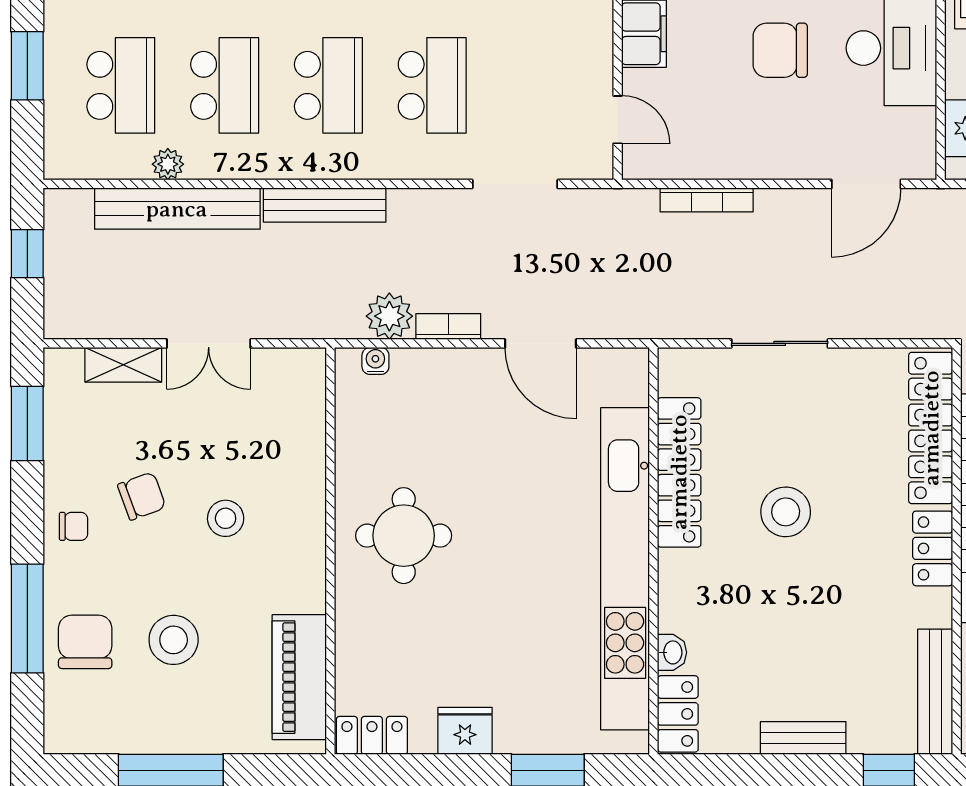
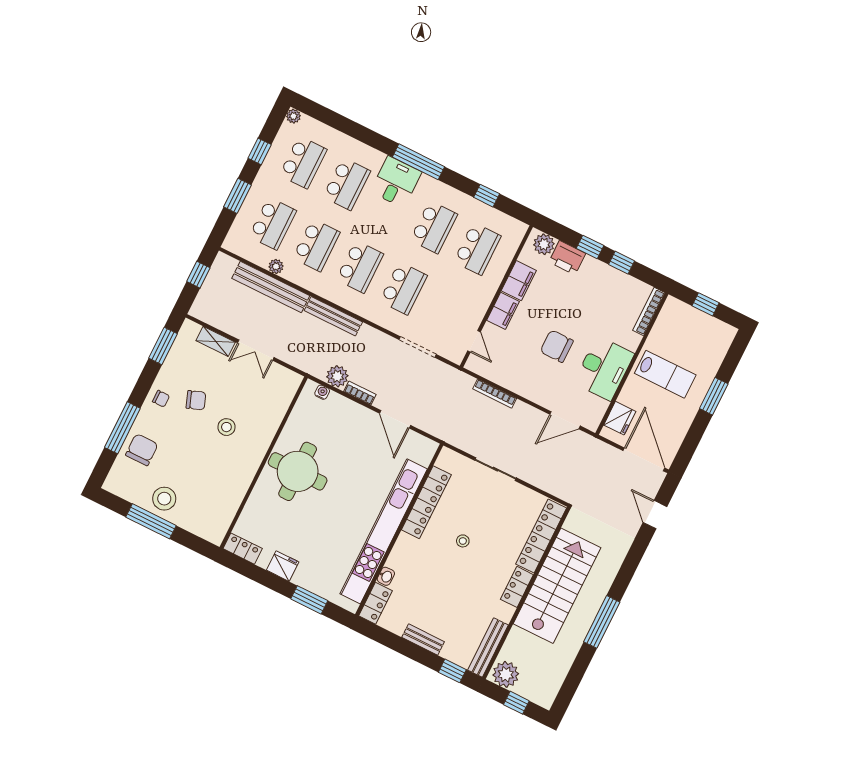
stool: (786, 512) -> (463, 541), width x0.53, depth x0.53
round table: (404, 536) -> (298, 471), width x1.36, depth x1.36
stool: (174, 640) -> (164, 499), moved
piano: (299, 677) -> (224, 509), removed

